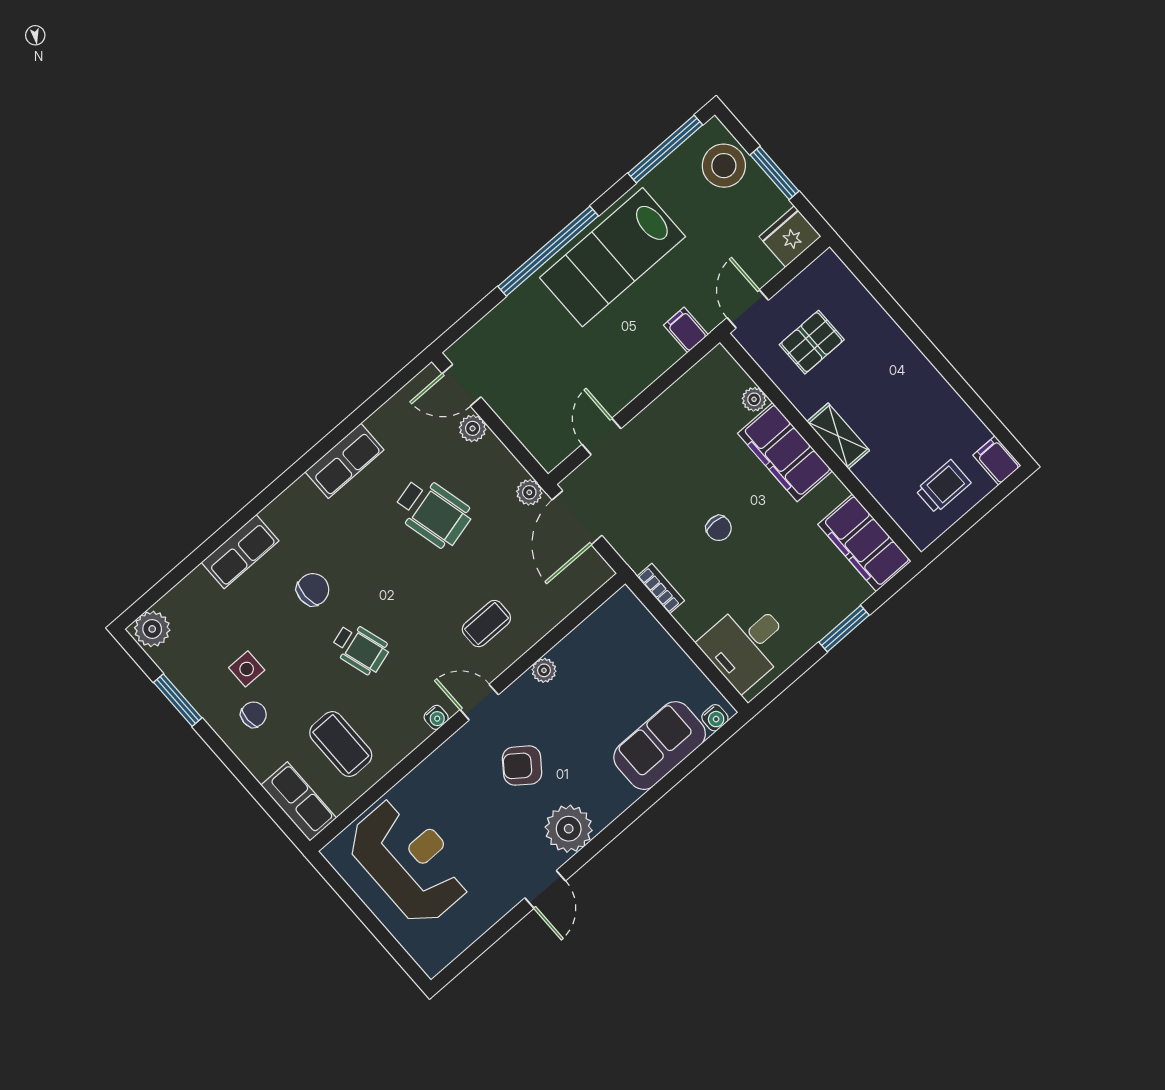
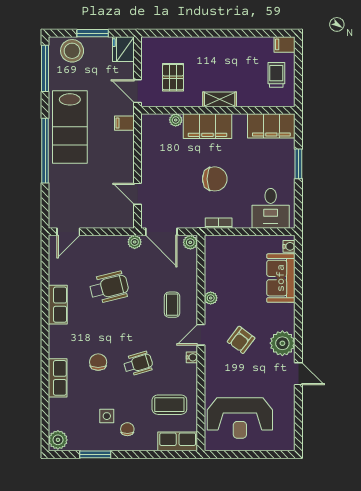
plant: (473, 428) -> (190, 242), moved
chair: (719, 528) -> (215, 179), width x1.87, depth x1.87
reception desk: (409, 861) -> (240, 418), turned 180

